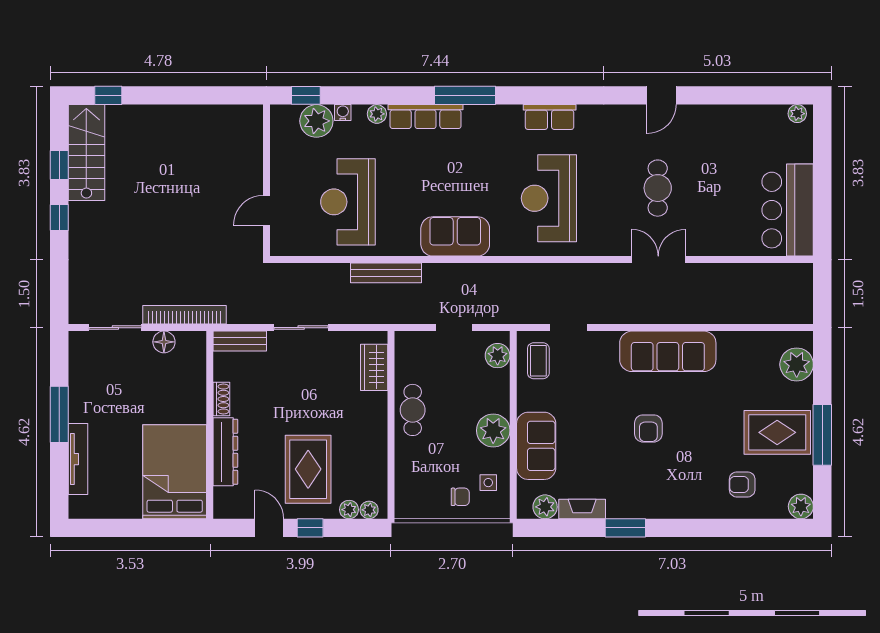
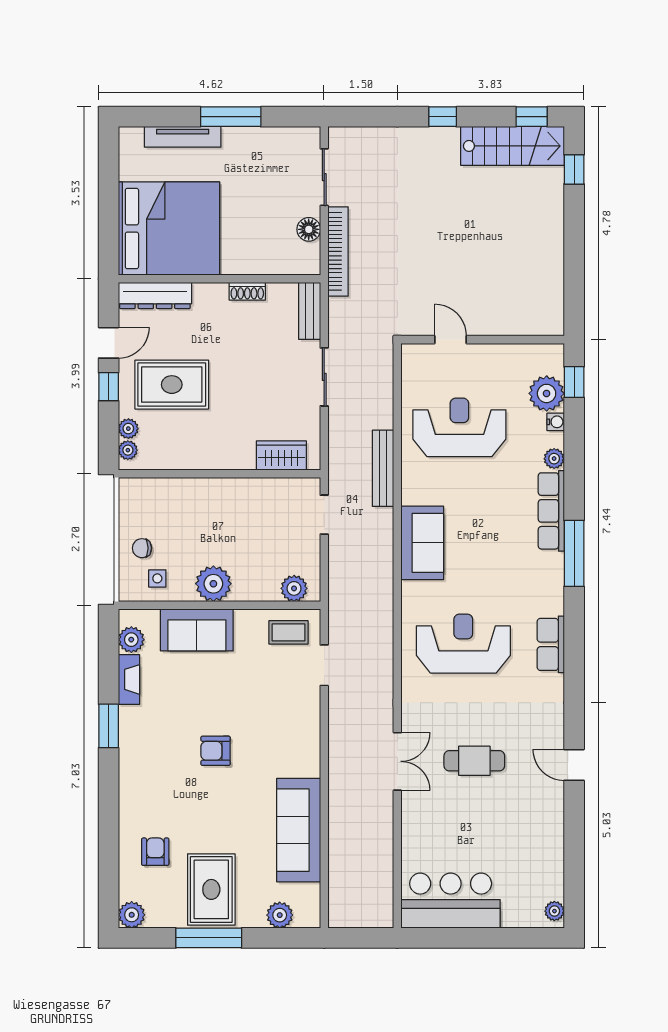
window: (59, 165) -> (532, 117), moved
doorway: (454, 328) -> (324, 515), moved
sofa: (668, 351) -> (299, 830), moved
plant: (797, 364) -> (280, 915), width x0.73, depth x0.73
cafe table: (413, 410) -> (235, 497), removed
dresser: (225, 452) -> (155, 295), moved
bed: (175, 472) -> (169, 228), width x1.36
chair: (460, 497) -> (142, 548), turned 90

